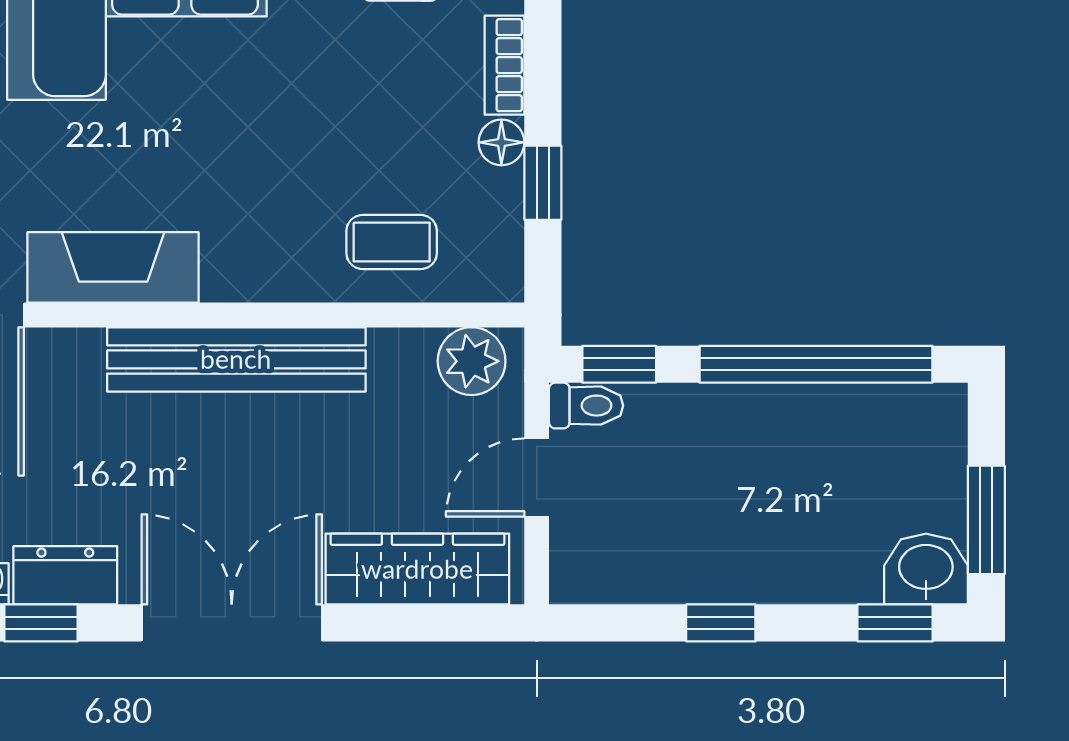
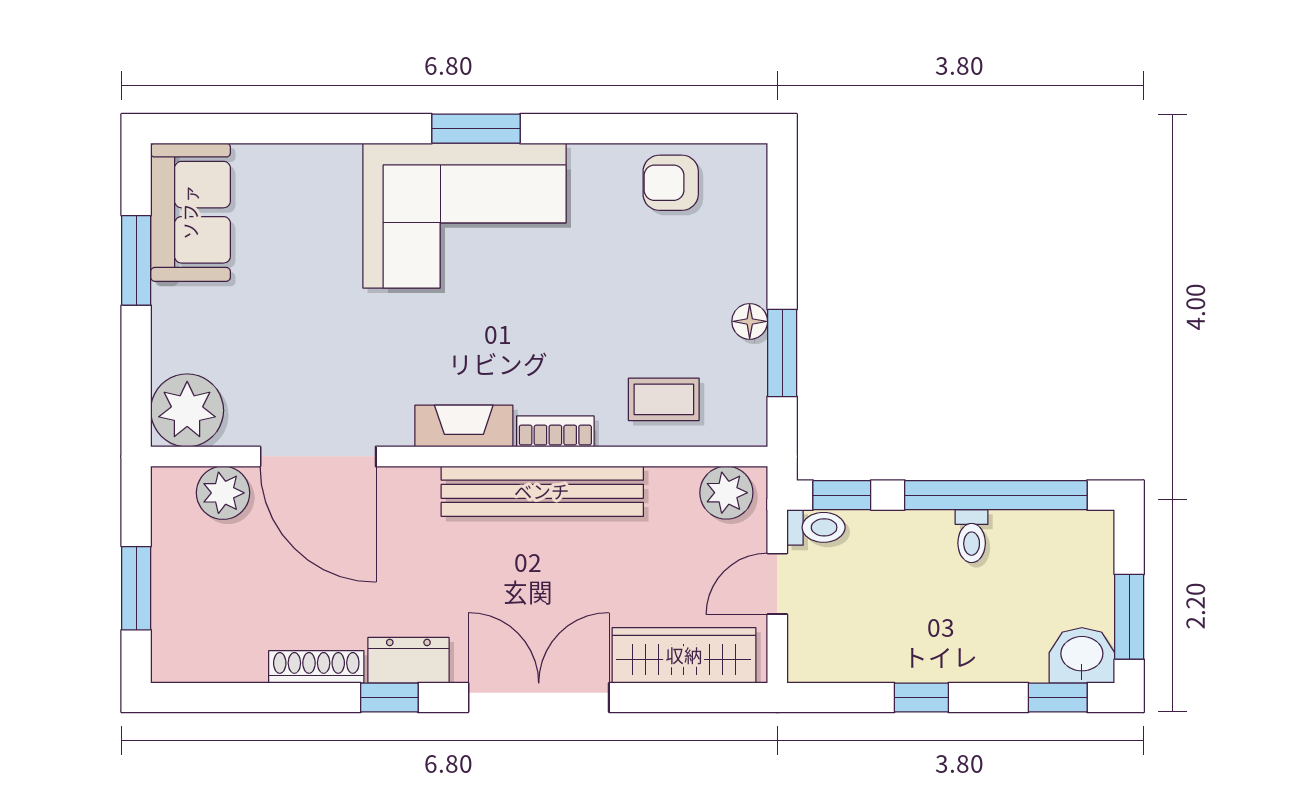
bookcase: (505, 65) -> (555, 431), moved, turned 90
window: (543, 183) -> (782, 353), width x1.50
fireplace: (113, 267) -> (464, 426), width x0.73, depth x0.76
toilet: (785, 417) -> (972, 536), added

